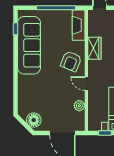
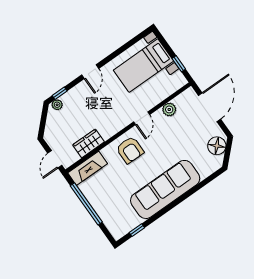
sofa: (29, 45) -> (165, 189), moved
wardrobe: (94, 48) -> (89, 143), moved
armchair: (71, 61) -> (130, 150), turned 68

